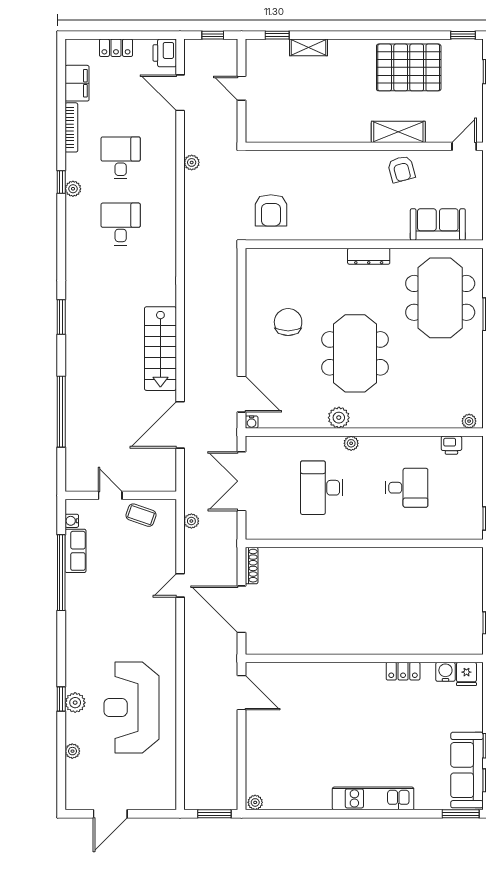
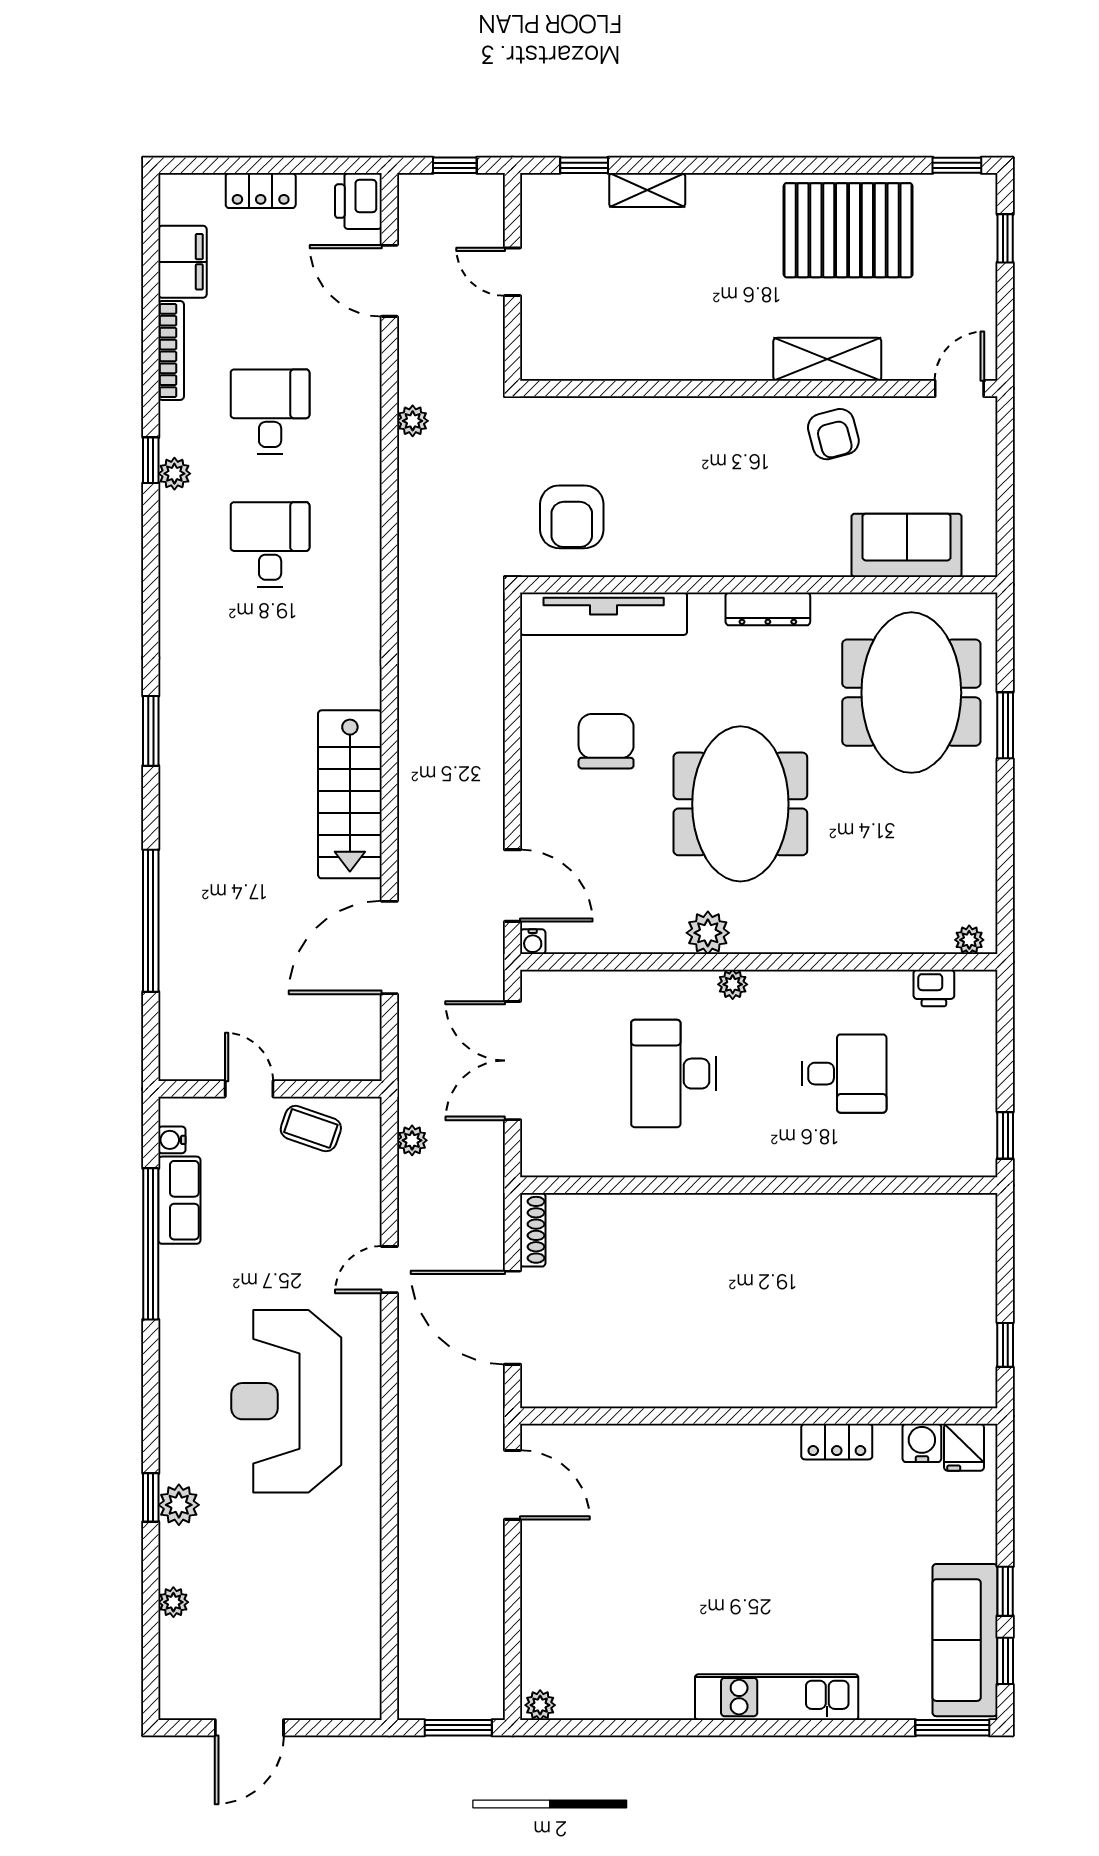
tv unit: (287, 259) -> (604, 614), added
reception desk: (131, 707) -> (286, 1401), moved

